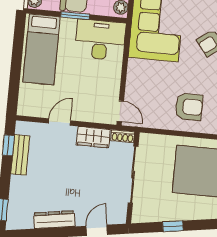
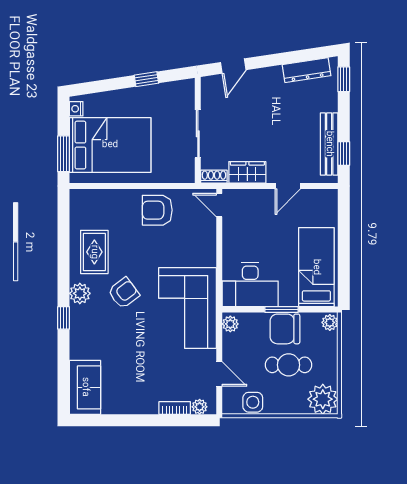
armchair: (189, 107) -> (157, 210), moved
bench: (20, 155) -> (329, 144), width x1.36
sliding door: (133, 175) -> (198, 134), width x0.73
dresser: (54, 220) -> (307, 70), moved

